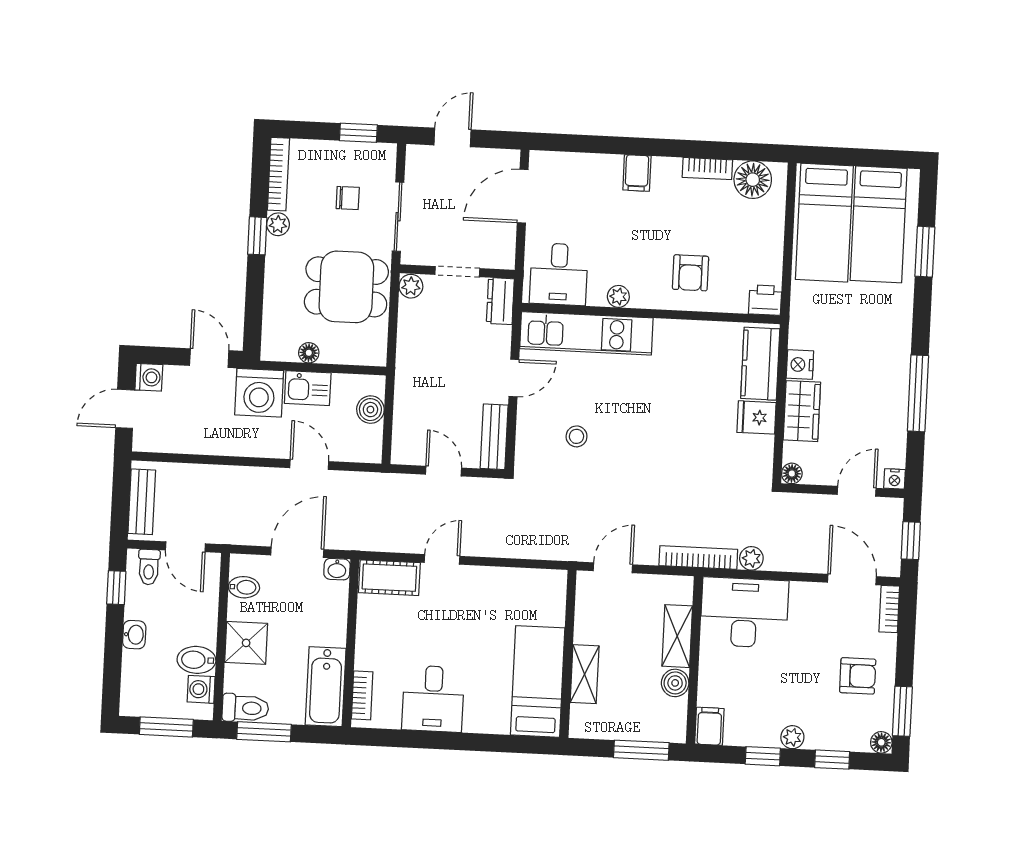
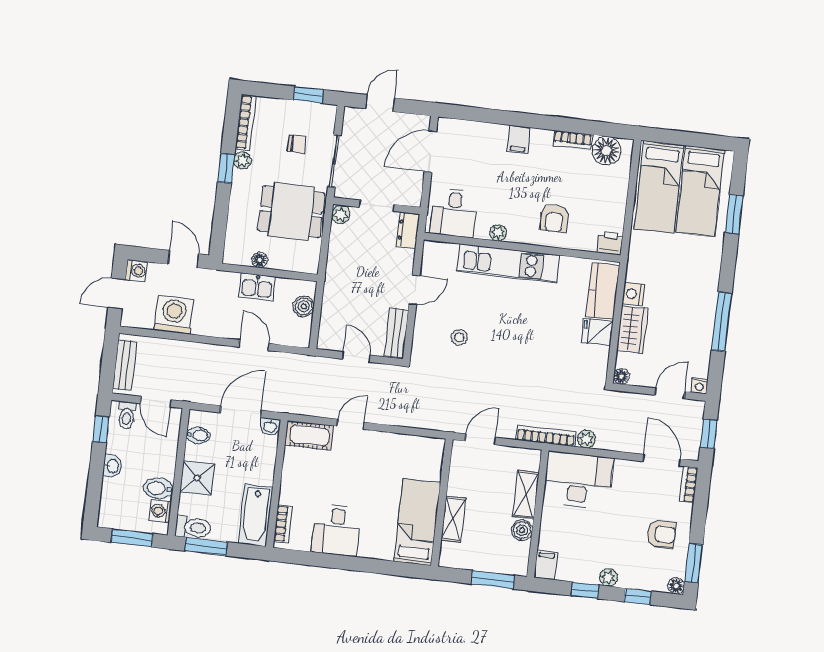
kitchen unit: (586, 333) -> (508, 263), moved
washing machine: (259, 393) -> (174, 315), moved, turned 180

